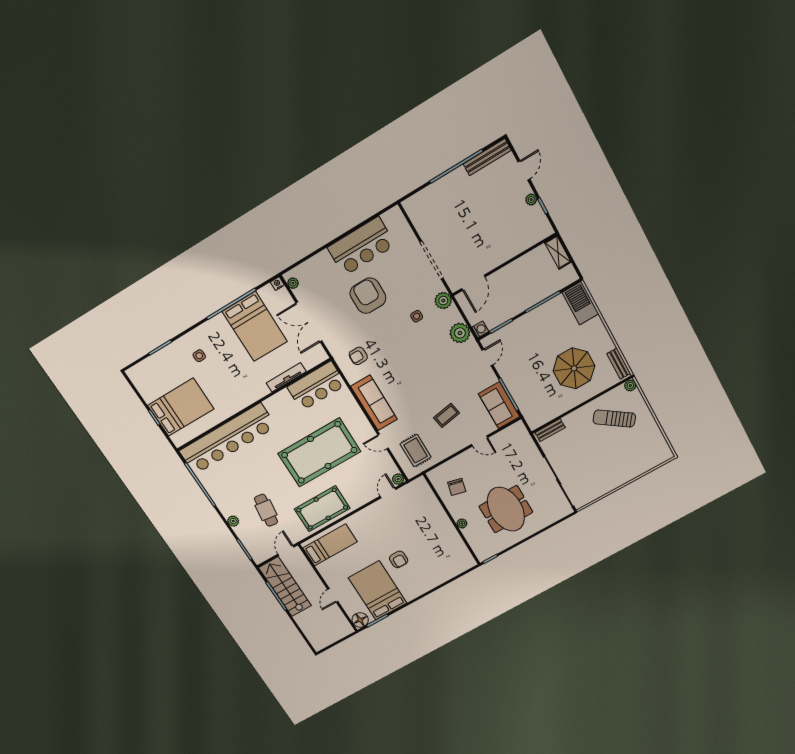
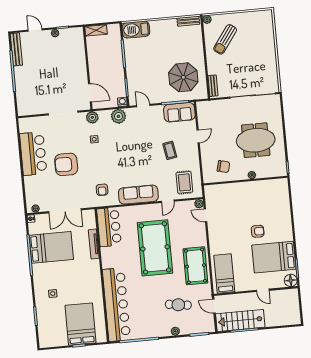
parasol: (574, 368) -> (183, 77), moved
rug: (416, 451) -> (184, 182), turned 90

